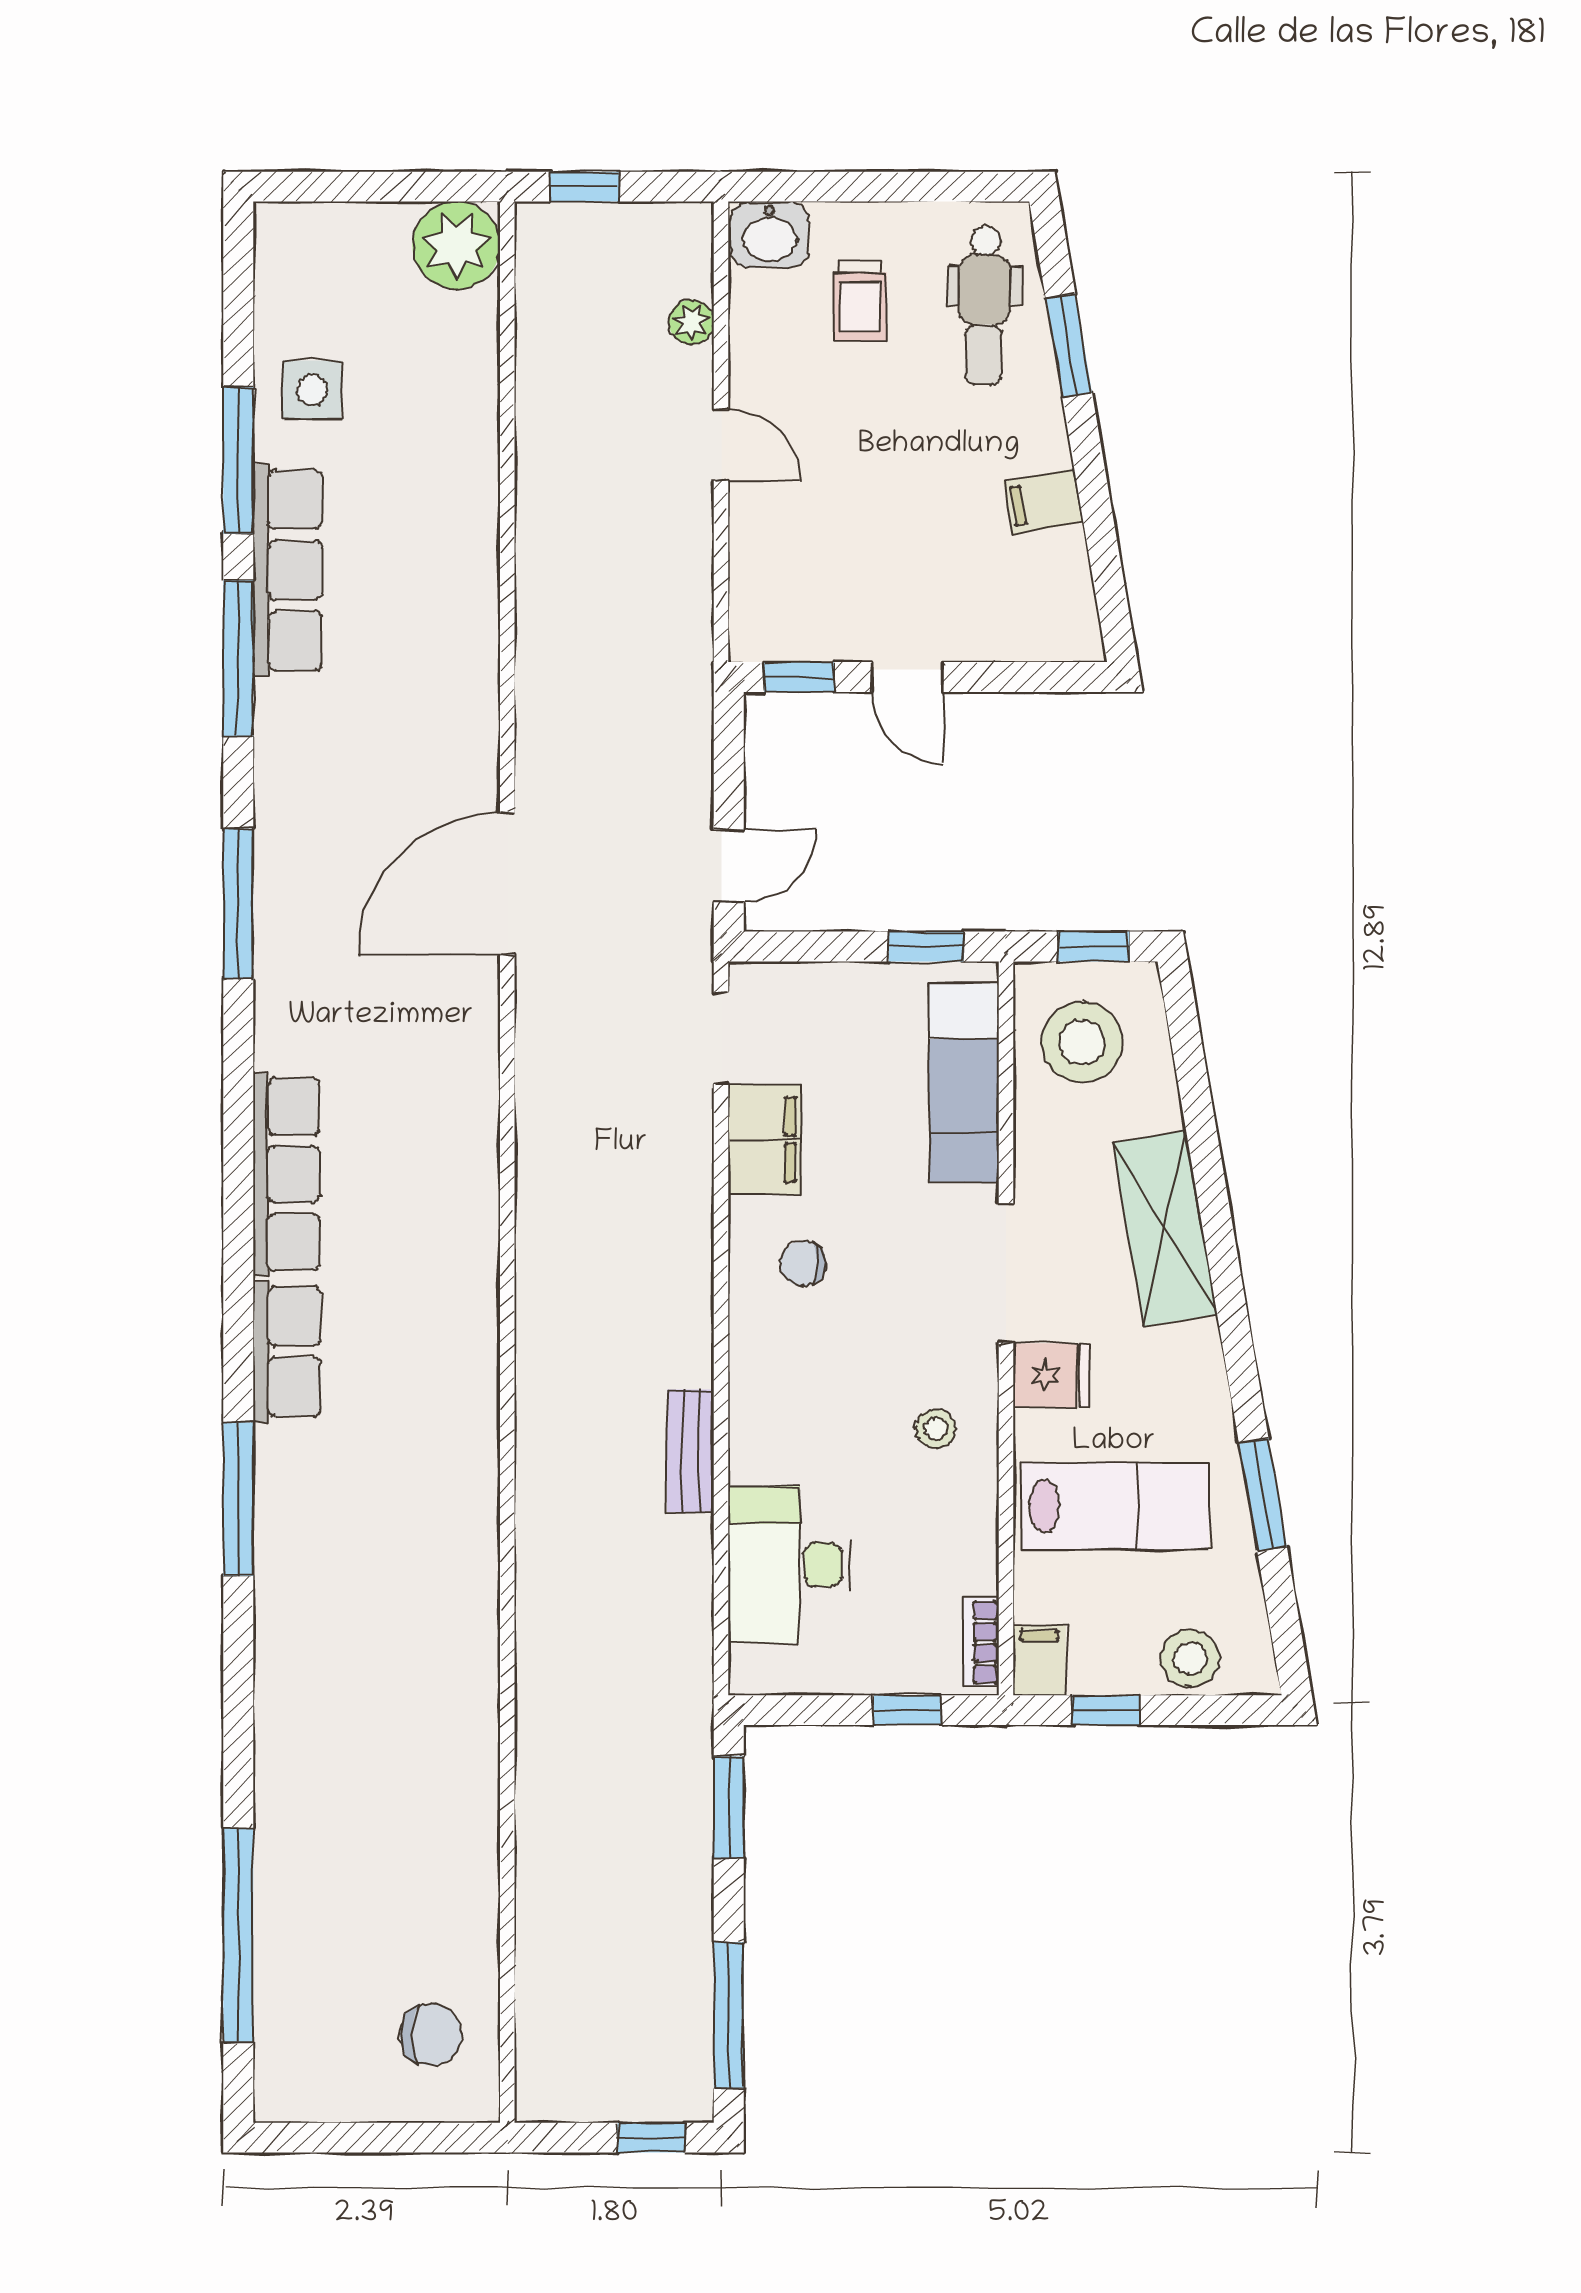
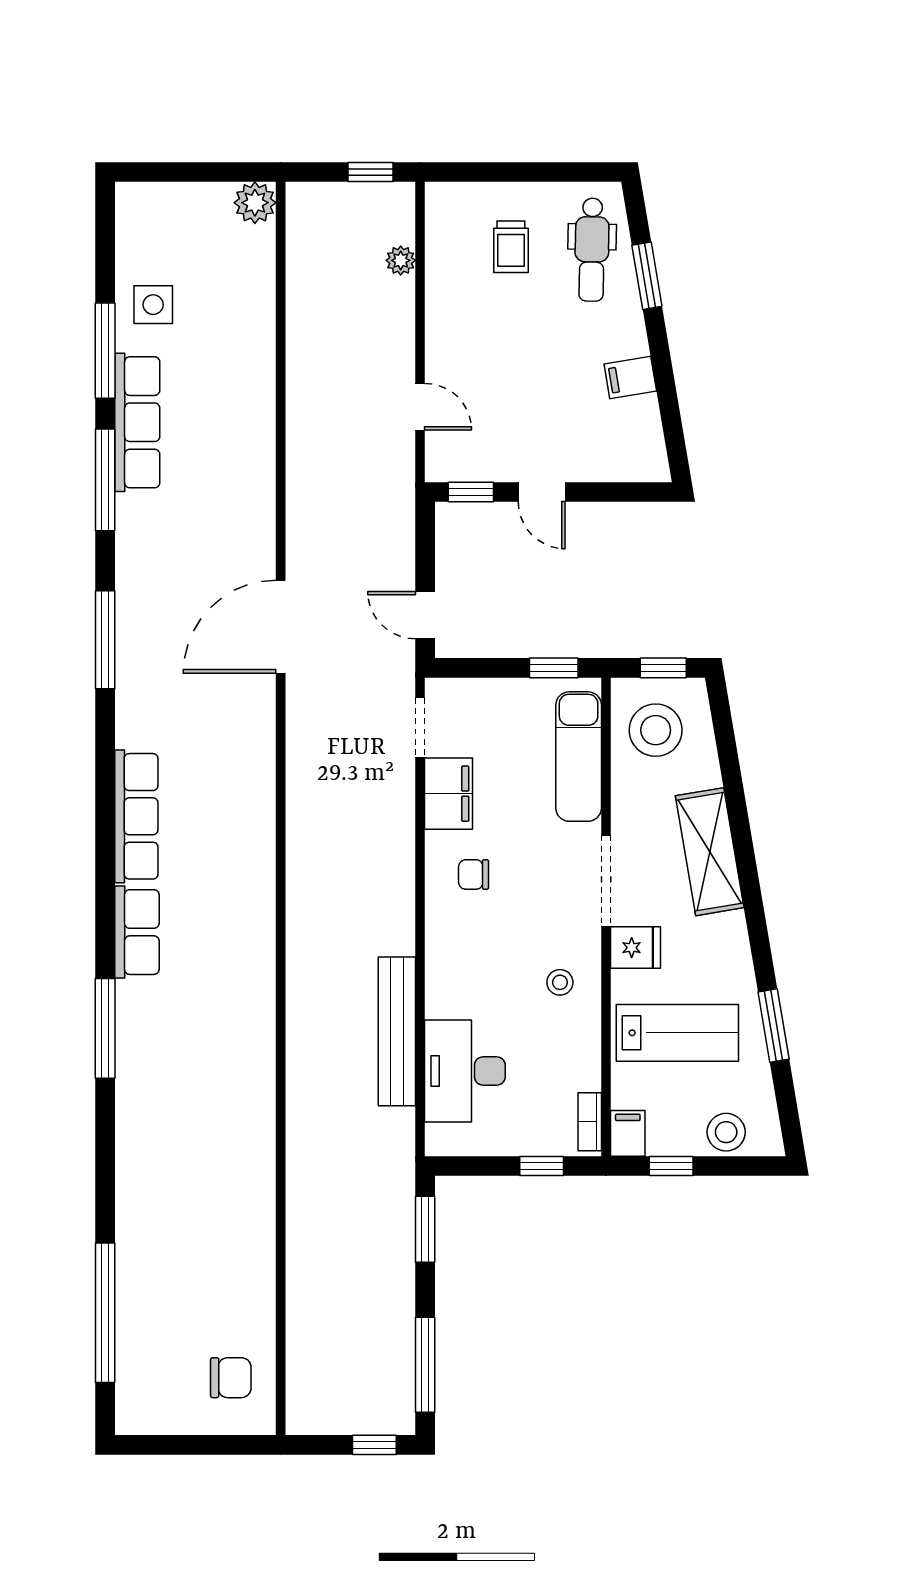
window: (584, 187) -> (371, 172), moved
washbasin: (769, 235) -> (452, 203), removed
plant: (456, 245) -> (255, 203), width x0.73, depth x0.73
door: (721, 445) -> (420, 407), moved
door: (729, 866) -> (425, 615), swing flipped
bench: (690, 1451) -> (397, 1031), width x1.86, depth x1.21

